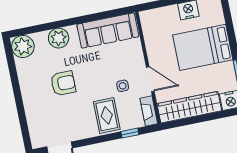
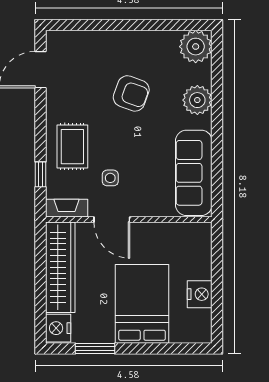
door: (150, 79) -> (112, 219), hinge flipped
armchair: (63, 83) -> (131, 93), turned -70
rug: (107, 115) -> (72, 147), turned 90

